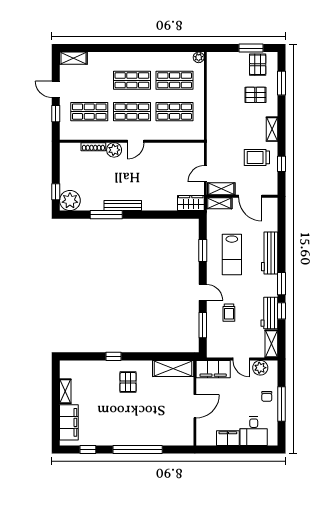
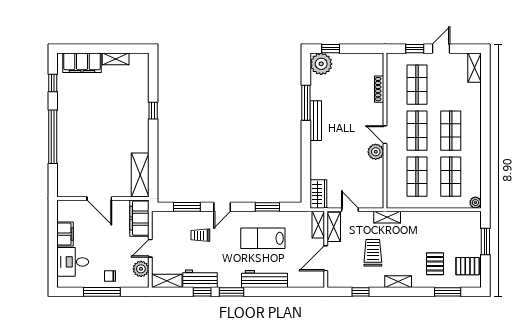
window: (251, 48) -> (485, 242), moved
shelving: (212, 139) -> (387, 217), added
plant: (114, 150) -> (376, 152), moved
trolley: (257, 157) -> (373, 253), moved
pallet: (128, 382) -> (125, 126), removed

